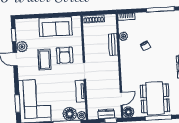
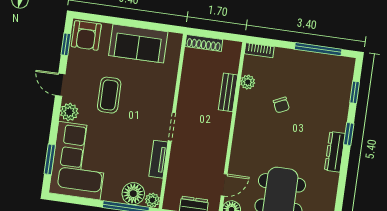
plant: (22, 47) -> (69, 112), moved
armchair: (65, 55) -> (86, 35), moved

